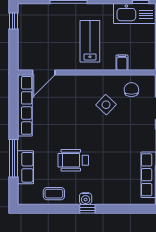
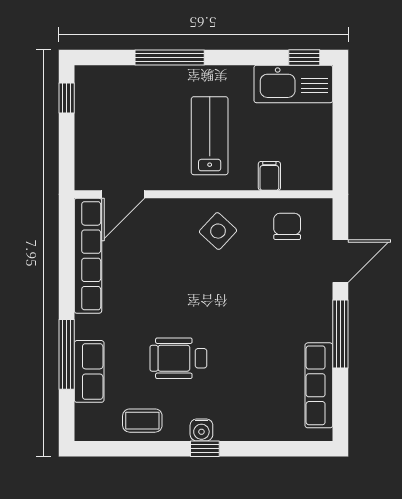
side table: (106, 105) -> (218, 231), moved

